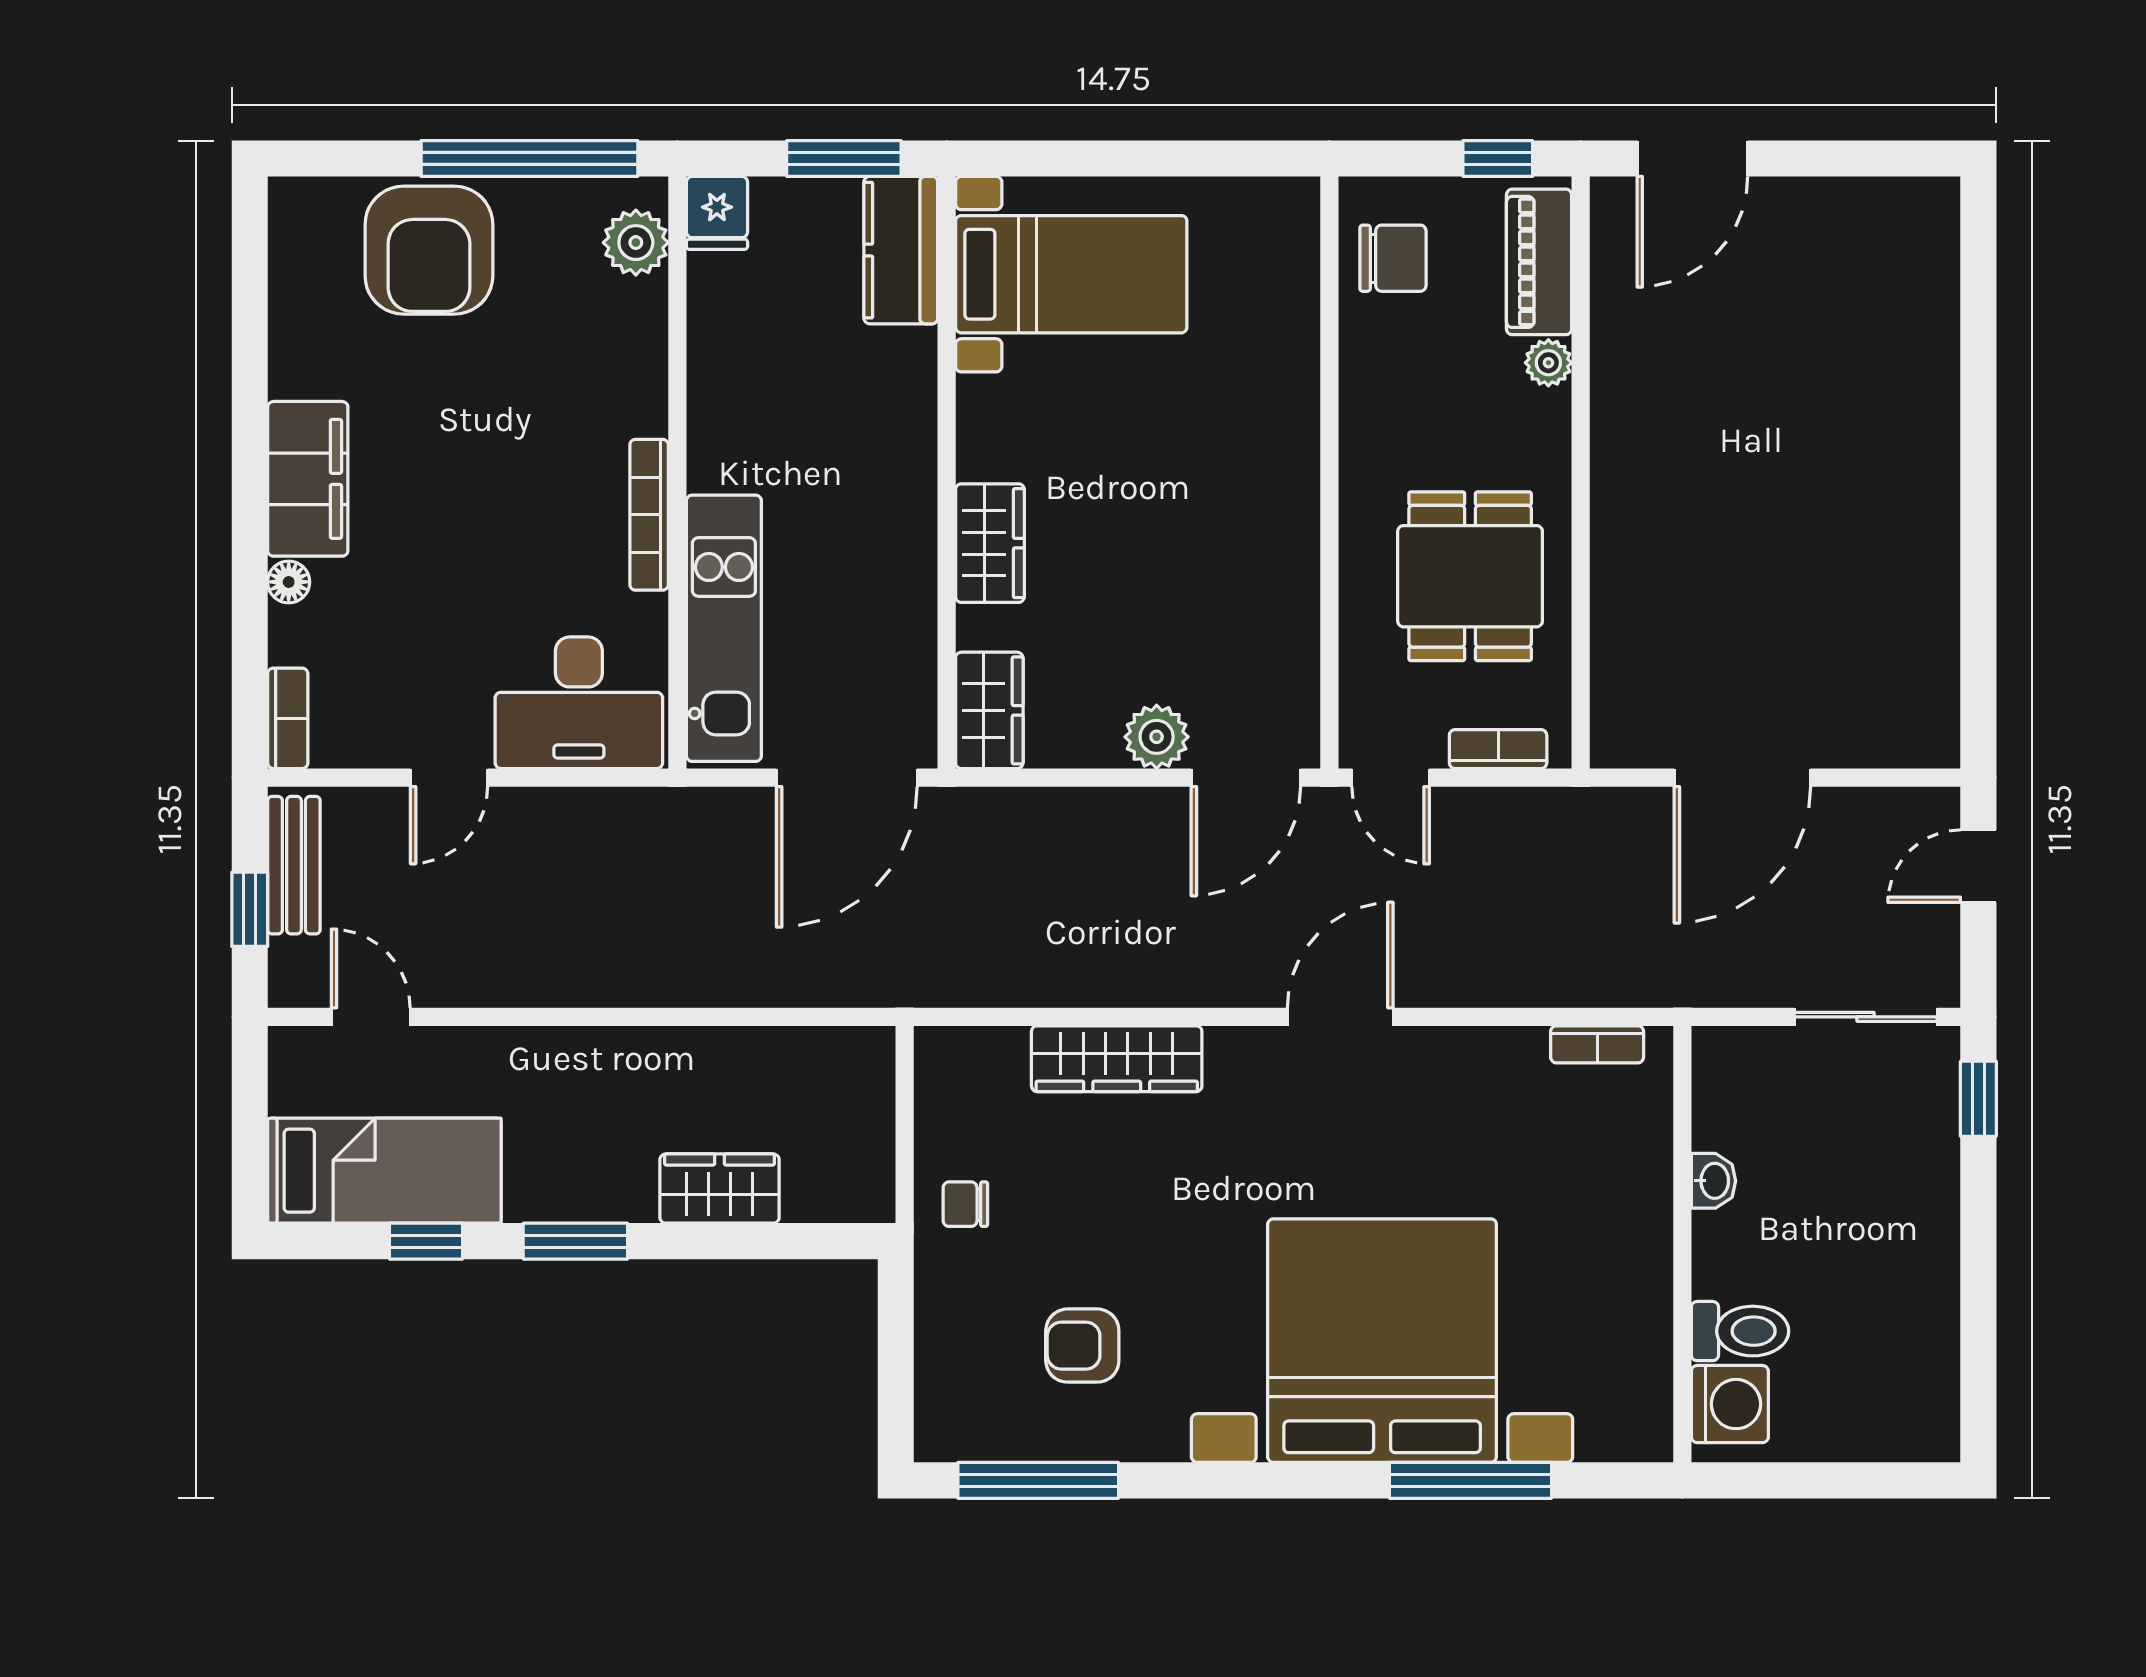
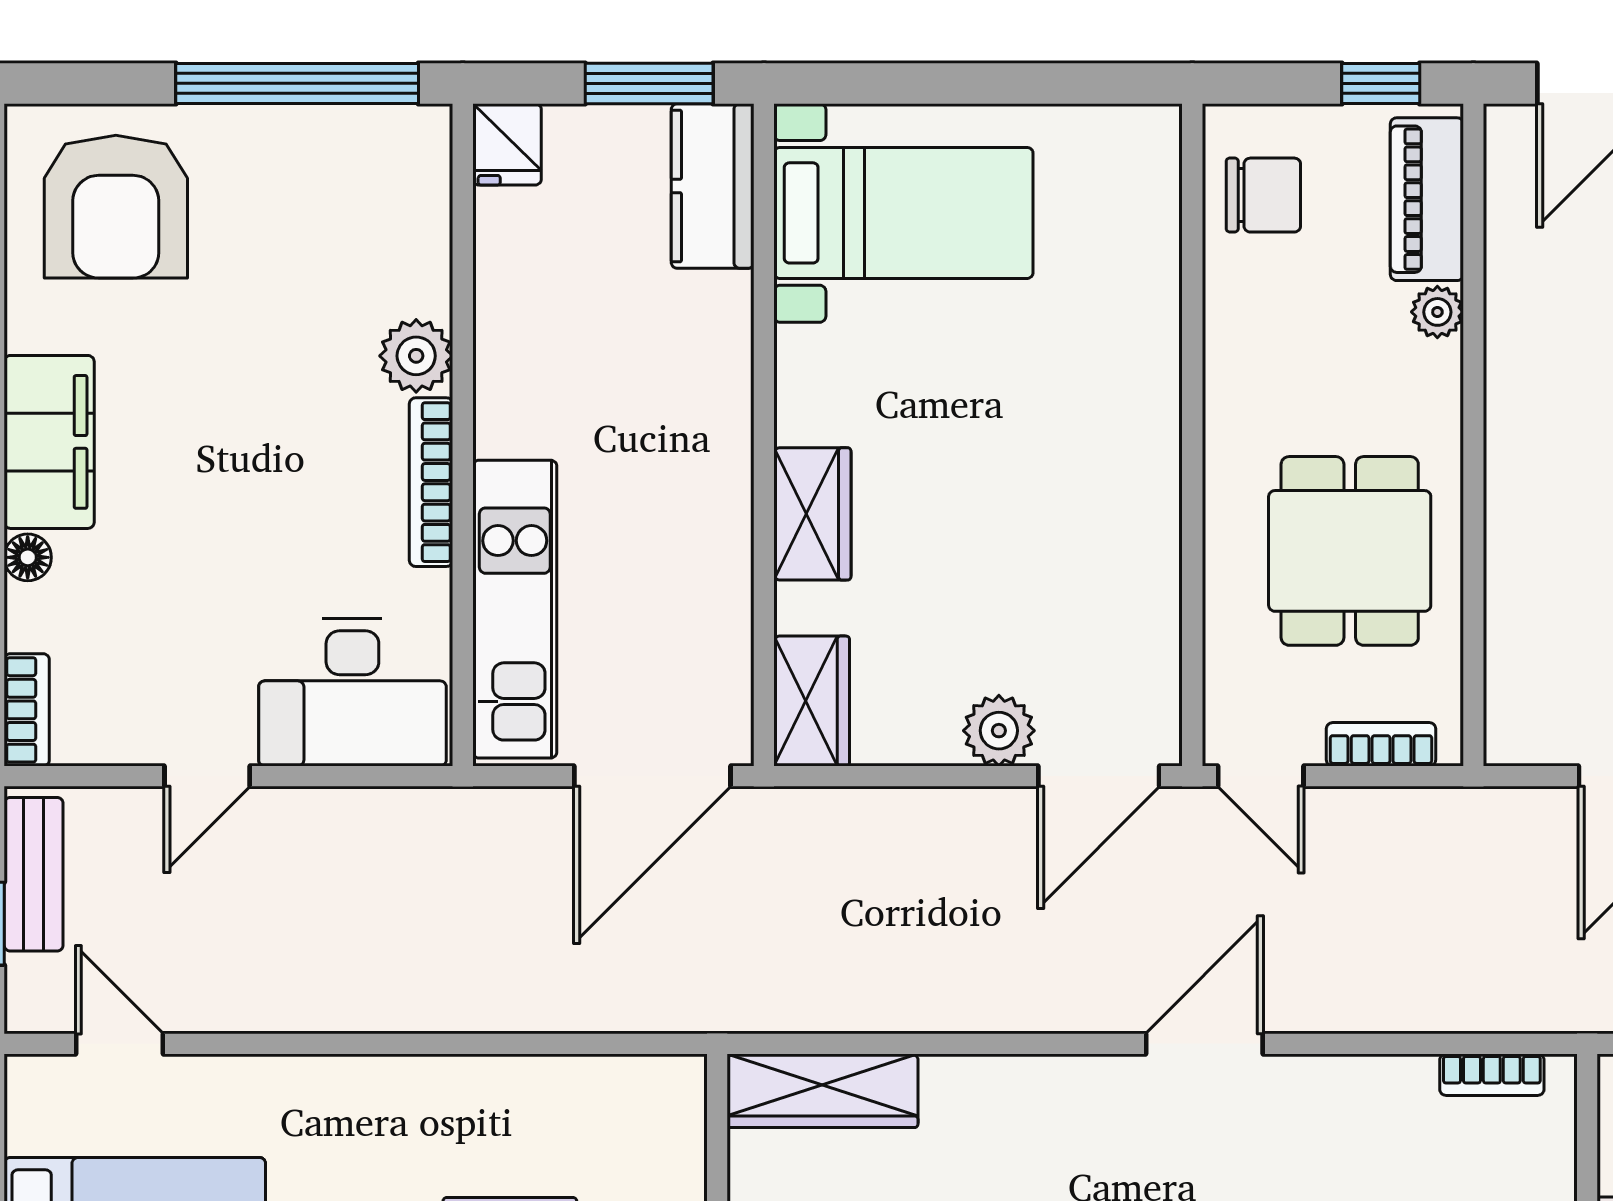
plant: (636, 243) -> (416, 356), moved
armchair: (429, 250) -> (116, 207), moved
wardrobe: (1117, 1059) -> (822, 1091), moved

